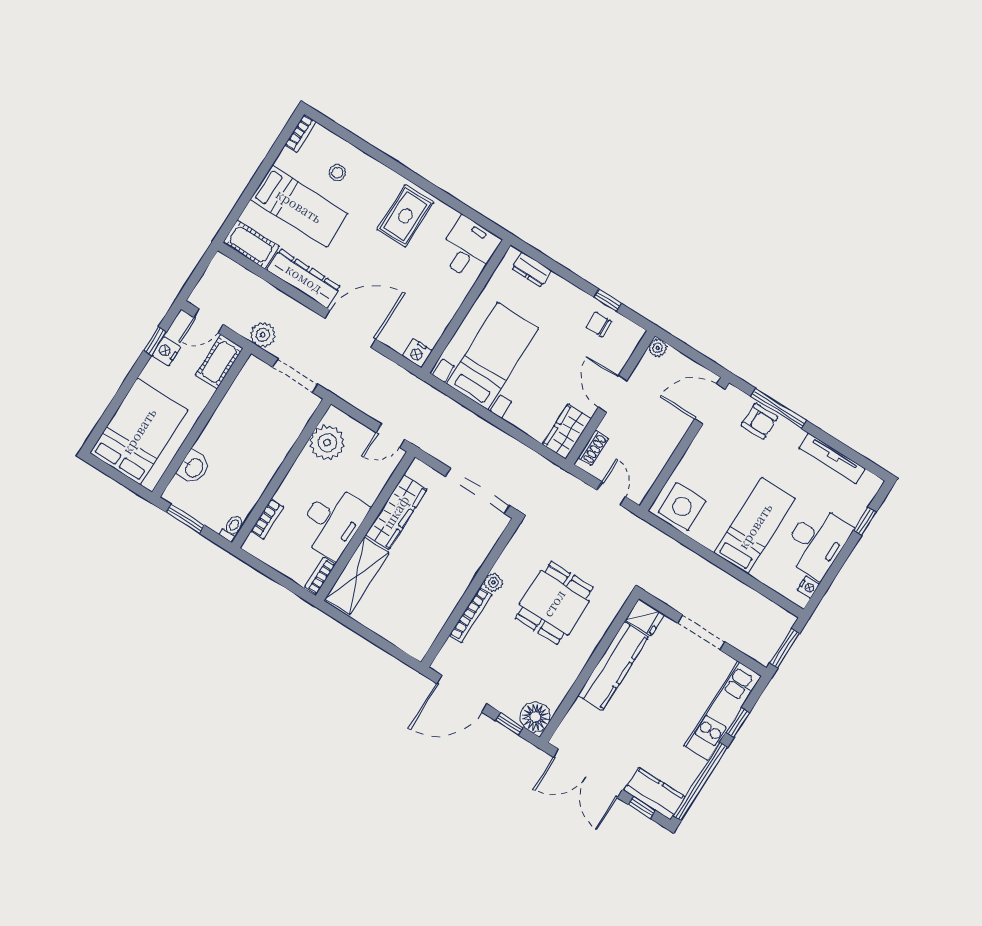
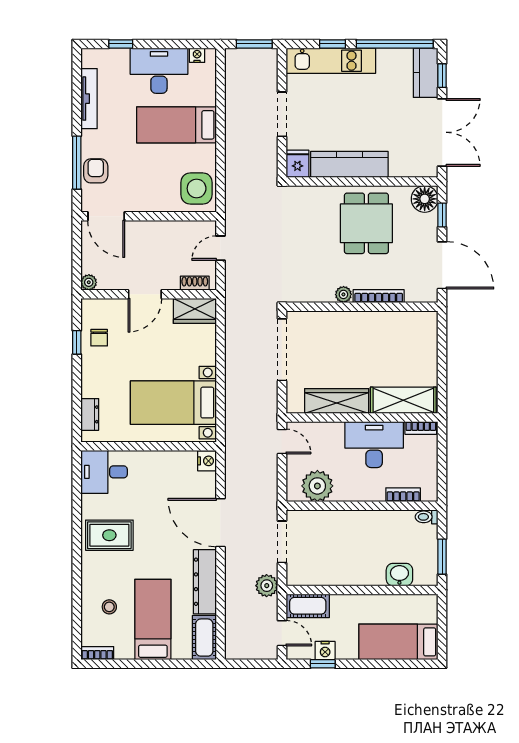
bed: (139, 431) -> (398, 642), width x0.67
dining table: (554, 603) -> (366, 223), moved, turned 90

